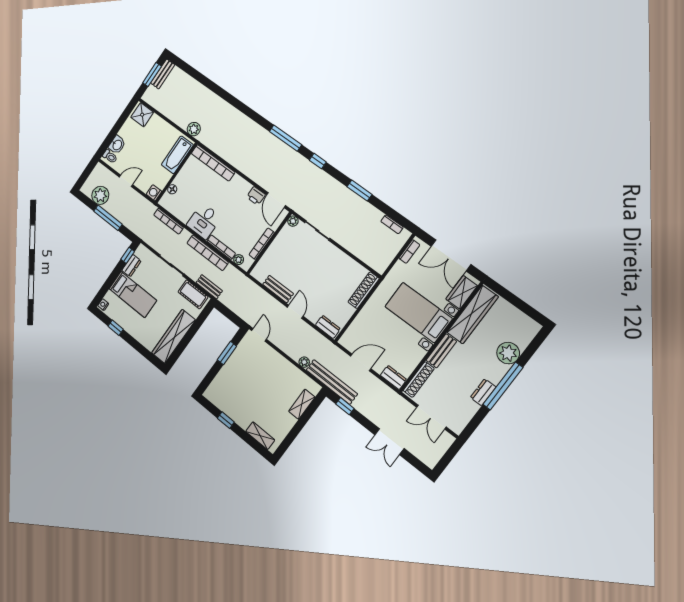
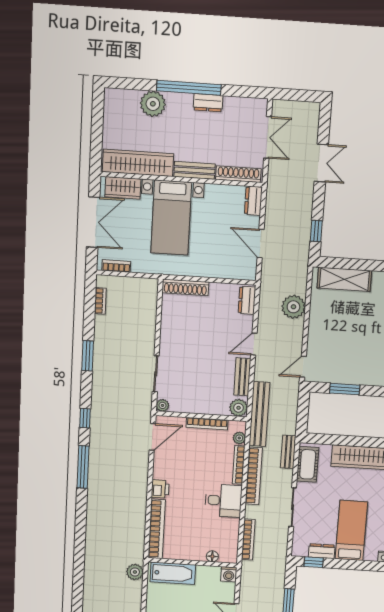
printer: (256, 196) -> (160, 489), moved
plant: (259, 273) -> (239, 408), added
plant: (304, 362) -> (293, 307), width x1.87, depth x1.87
bench: (332, 382) -> (259, 414), moved
shelving: (302, 404) -> (344, 279), width x1.50, depth x1.33

